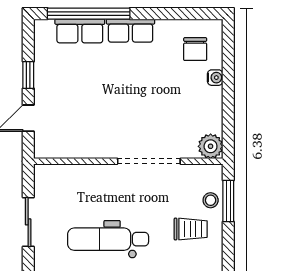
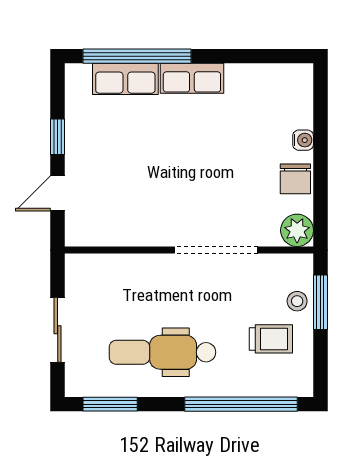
chair: (195, 49) -> (295, 179), moved

